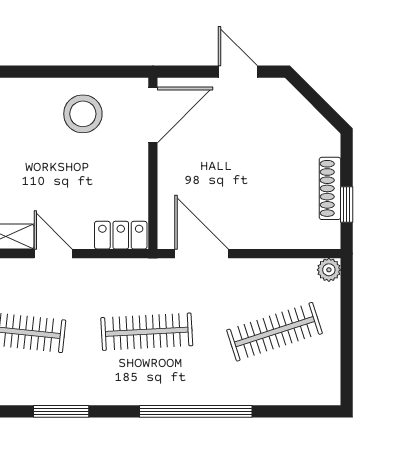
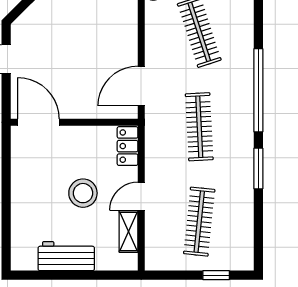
stool: (83, 114) -> (83, 193), moved
window: (61, 411) -> (258, 169), moved

